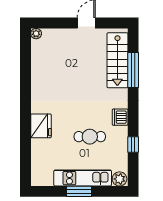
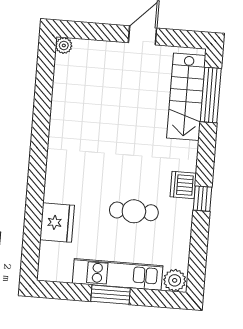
window: (133, 70) -> (211, 95), moved
fridge: (41, 126) -> (57, 223), moved
window: (133, 145) -> (202, 199), moved

